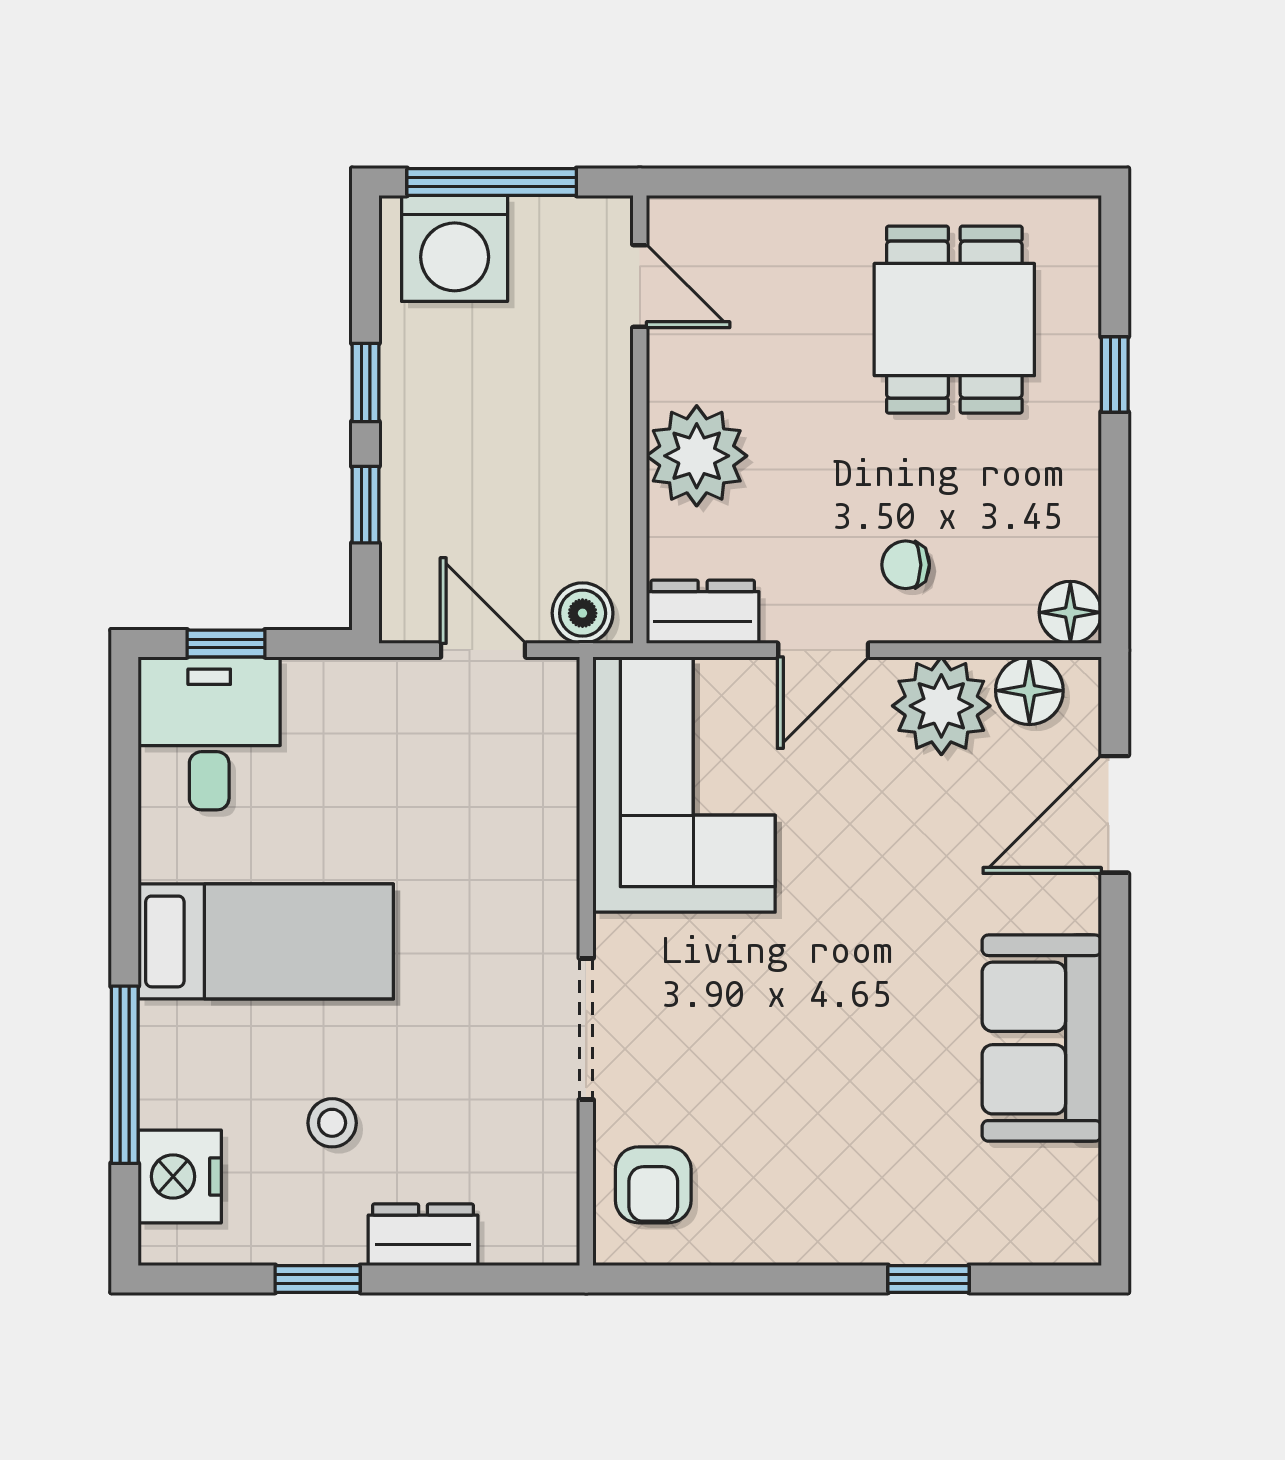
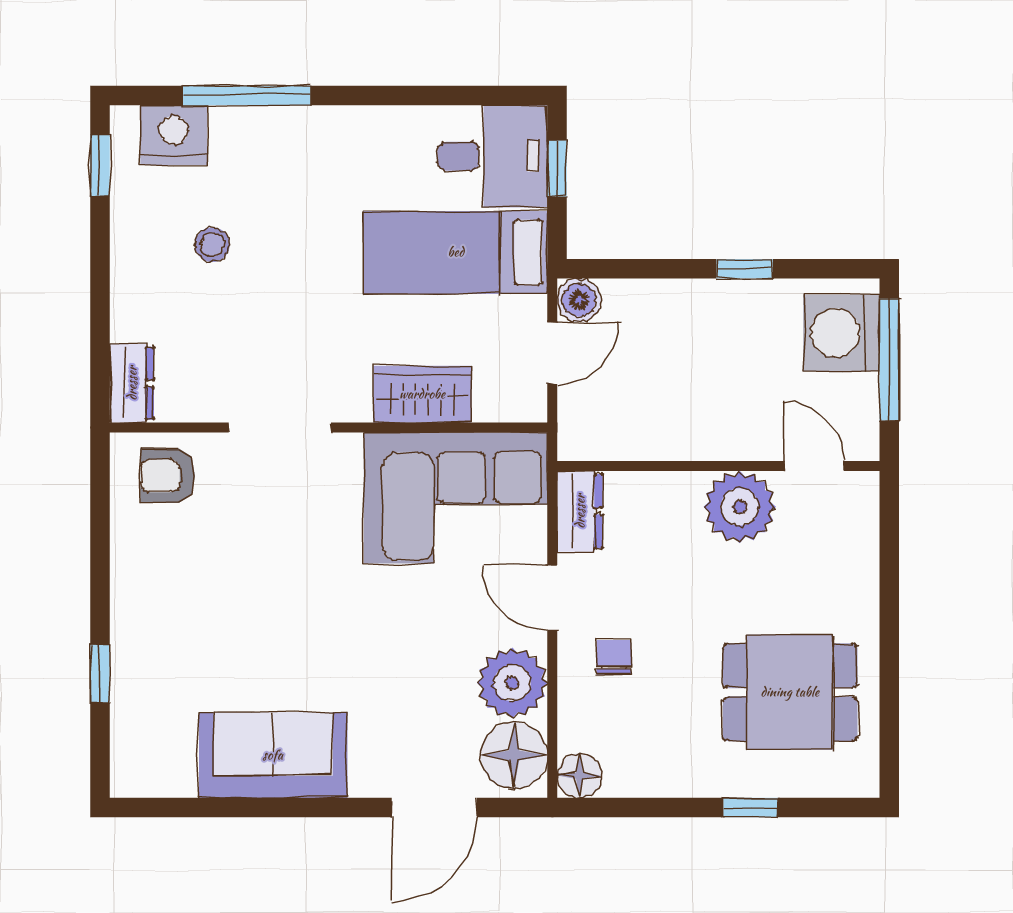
door: (640, 286) -> (814, 466), swing flipped
plant: (697, 456) -> (740, 507), moved
window: (365, 505) -> (657, 269), removed
boiler: (583, 613) -> (579, 300), moved
floor lamp: (1029, 691) -> (514, 755), width x1.38, depth x1.38
door: (1115, 814) -> (434, 808), swing flipped
wardrobe: (540, 831) -> (422, 394), added
bed: (266, 941) -> (456, 252), moved, turned 90
dresser: (423, 1235) -> (132, 383), moved
window: (318, 1279) -> (100, 165), moved

